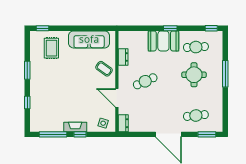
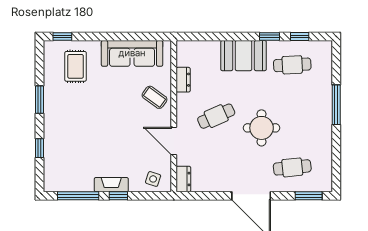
window: (170, 28) -> (269, 36), moved
window: (211, 28) -> (300, 36), moved
round table: (194, 75) -> (262, 128), moved

